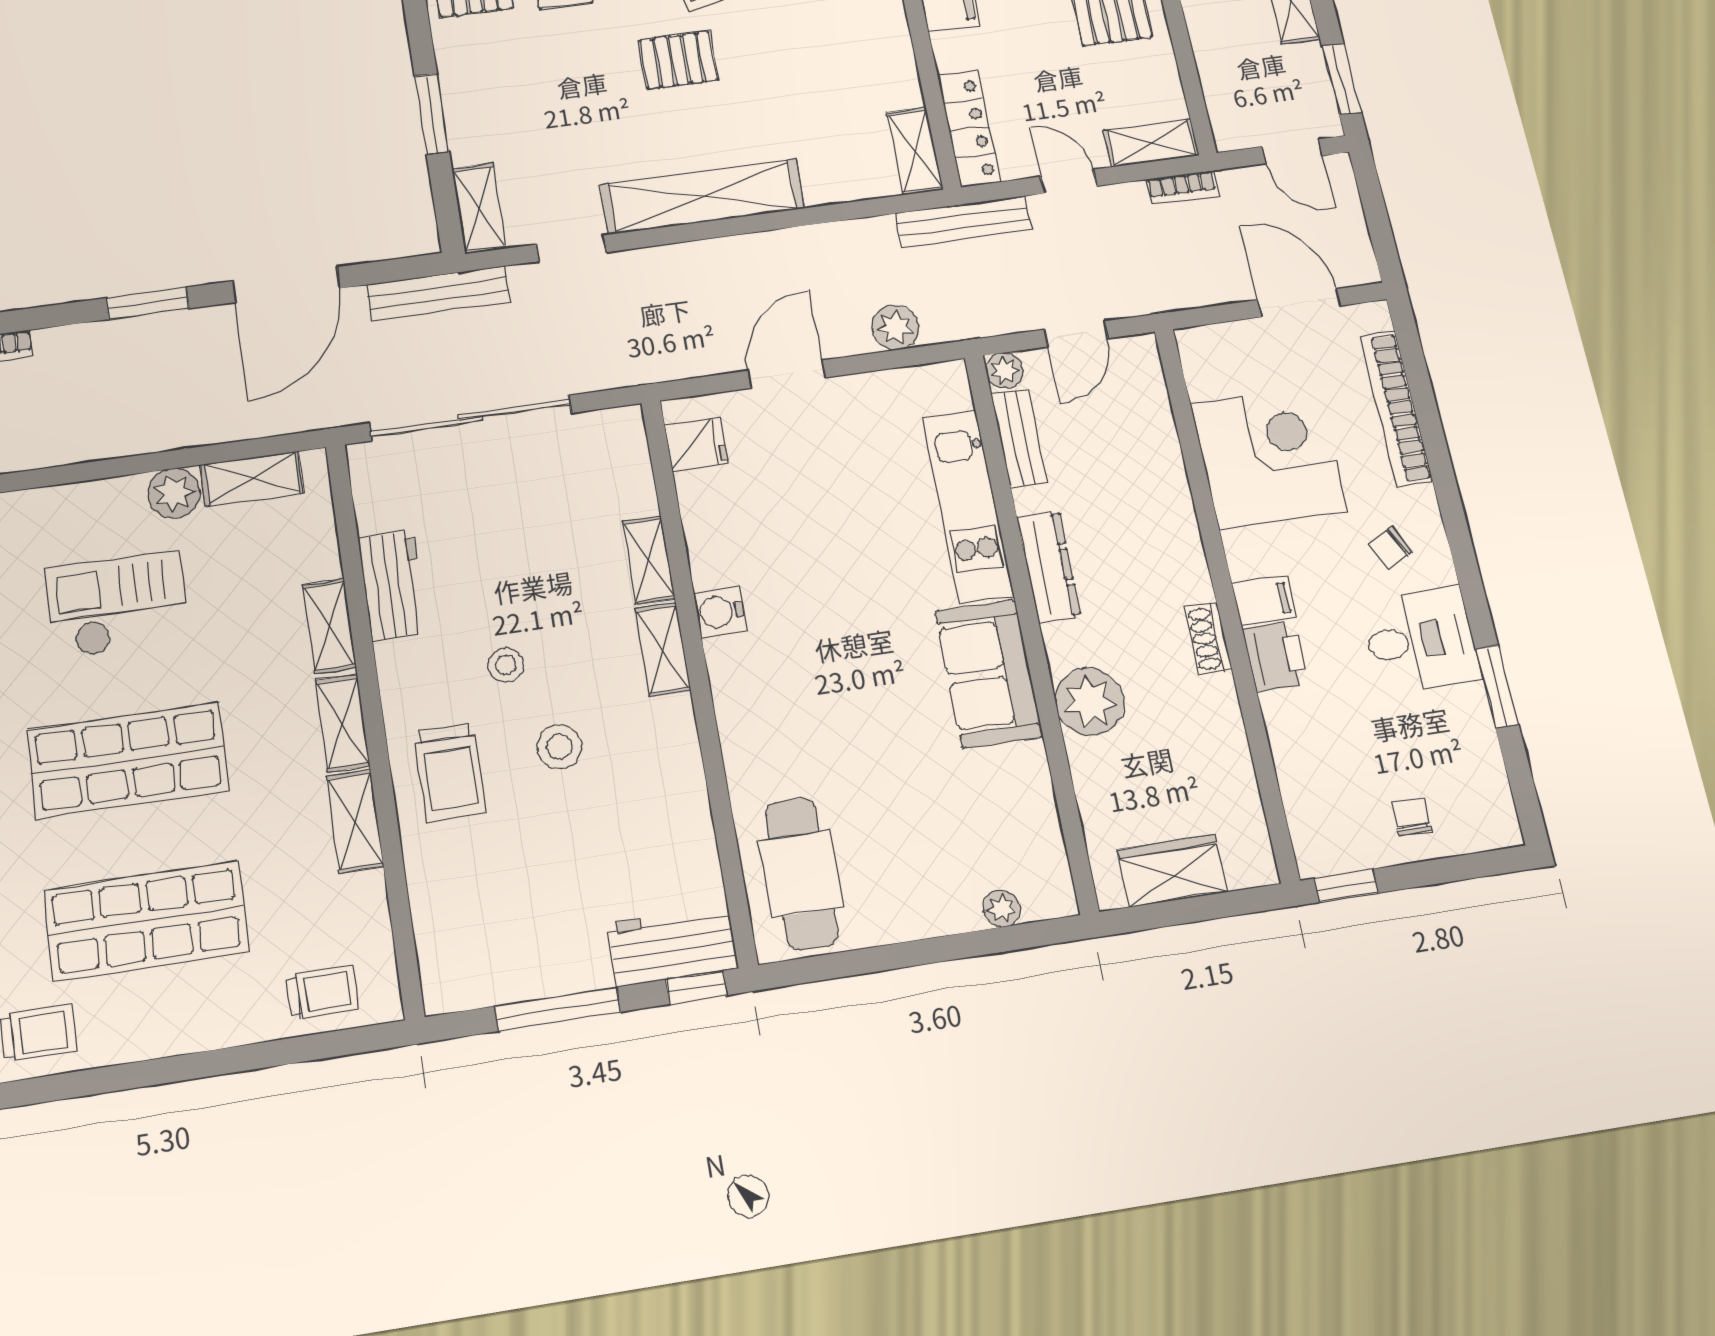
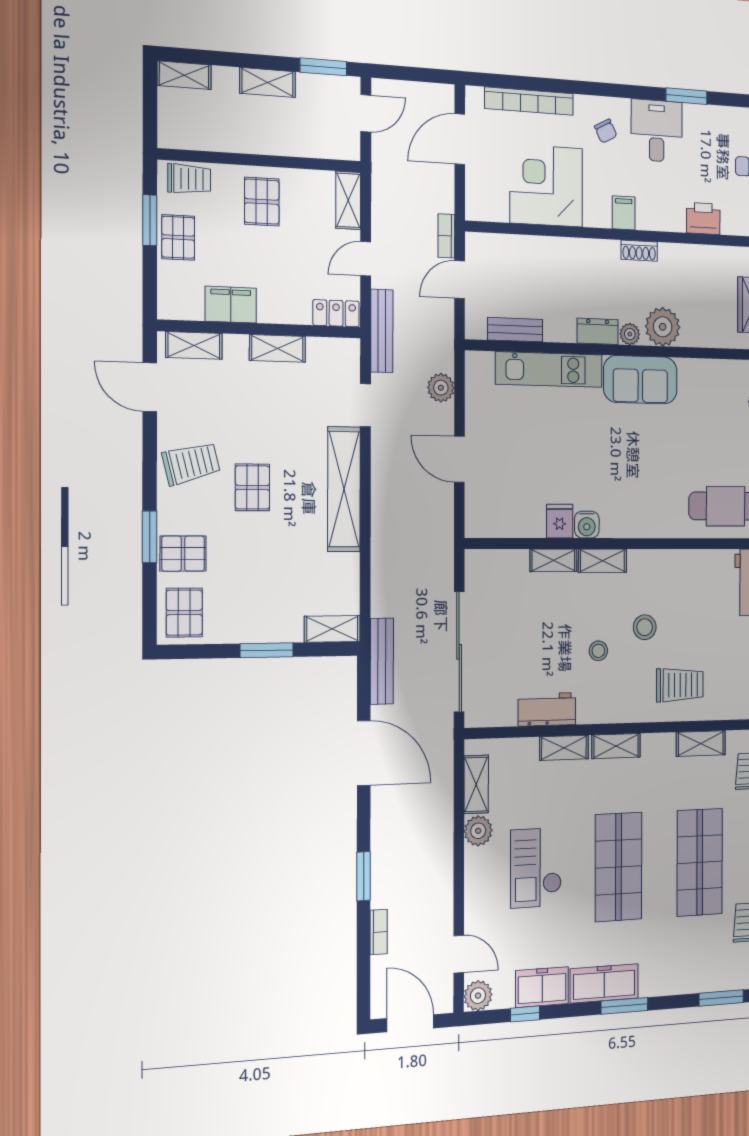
locker: (969, 129) -> (336, 313), width x0.66
shelving: (915, 151) -> (277, 348), moved
bookcase: (1182, 188) -> (446, 236), moved, turned 180
doorway: (571, 248) -> (365, 405), moved
window: (148, 303) -> (364, 876), moved
door: (1076, 334) -> (460, 280), swing flipped
plant: (1005, 370) -> (630, 334), moved
fridge: (696, 445) -> (560, 521), moved
dresser: (1049, 567) -> (598, 331), width x0.70
printer: (1275, 656) -> (703, 218), moved
trolley: (450, 772) -> (680, 685), moved
shelving: (355, 821) -> (701, 744), moved

